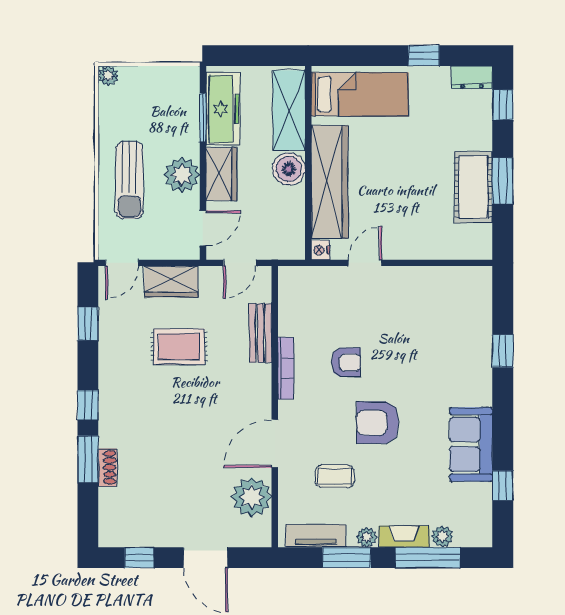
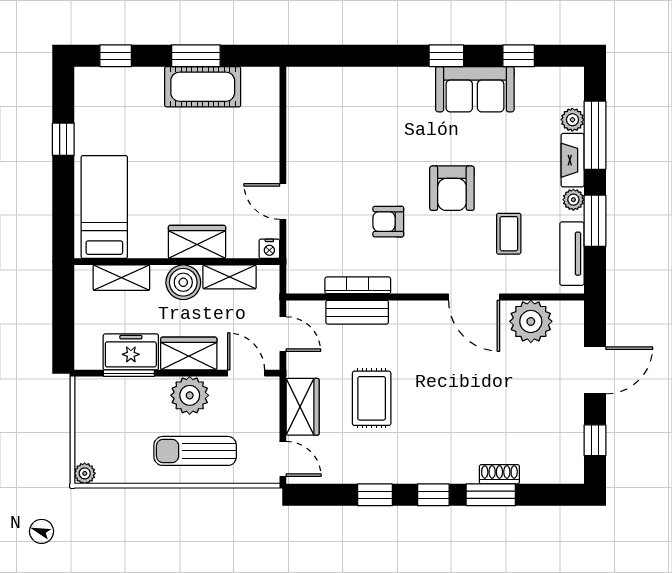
dresser: (472, 77) -> (86, 88), removed
freezer: (223, 109) -> (131, 352), width x0.71
shelving: (289, 110) -> (121, 278), width x0.67, depth x0.75
sun lounger: (129, 180) -> (195, 451), turned 180
wardrobe: (330, 182) -> (197, 242), width x0.48, depth x0.85
shelving: (294, 212) -> (229, 277), added
window: (88, 324) -> (375, 495), moved
window: (503, 351) -> (446, 56), moved
armchair: (346, 362) -> (388, 222), turned -90
bookcase: (286, 368) -> (358, 285), moved

